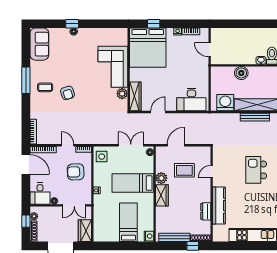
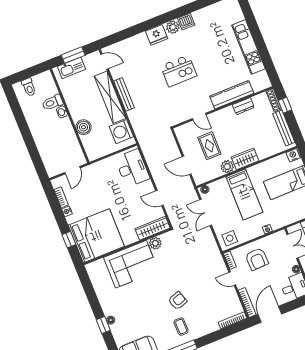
door: (68, 145) -> (232, 279), hinge flipped

